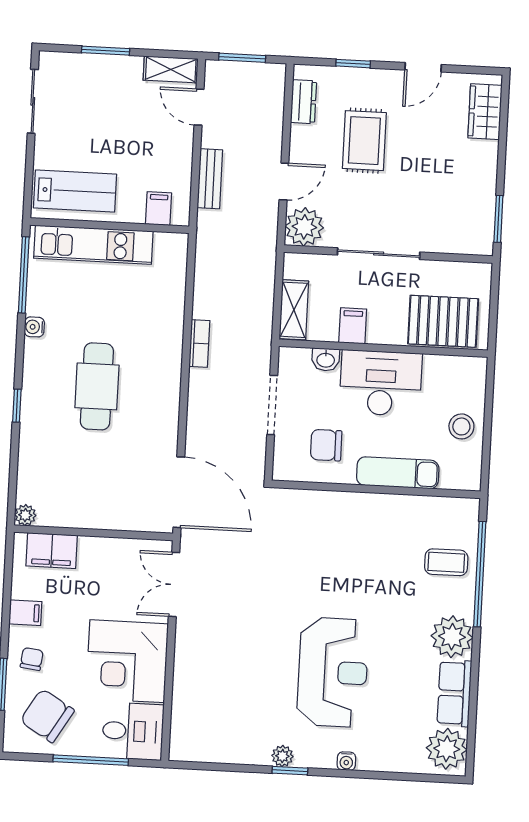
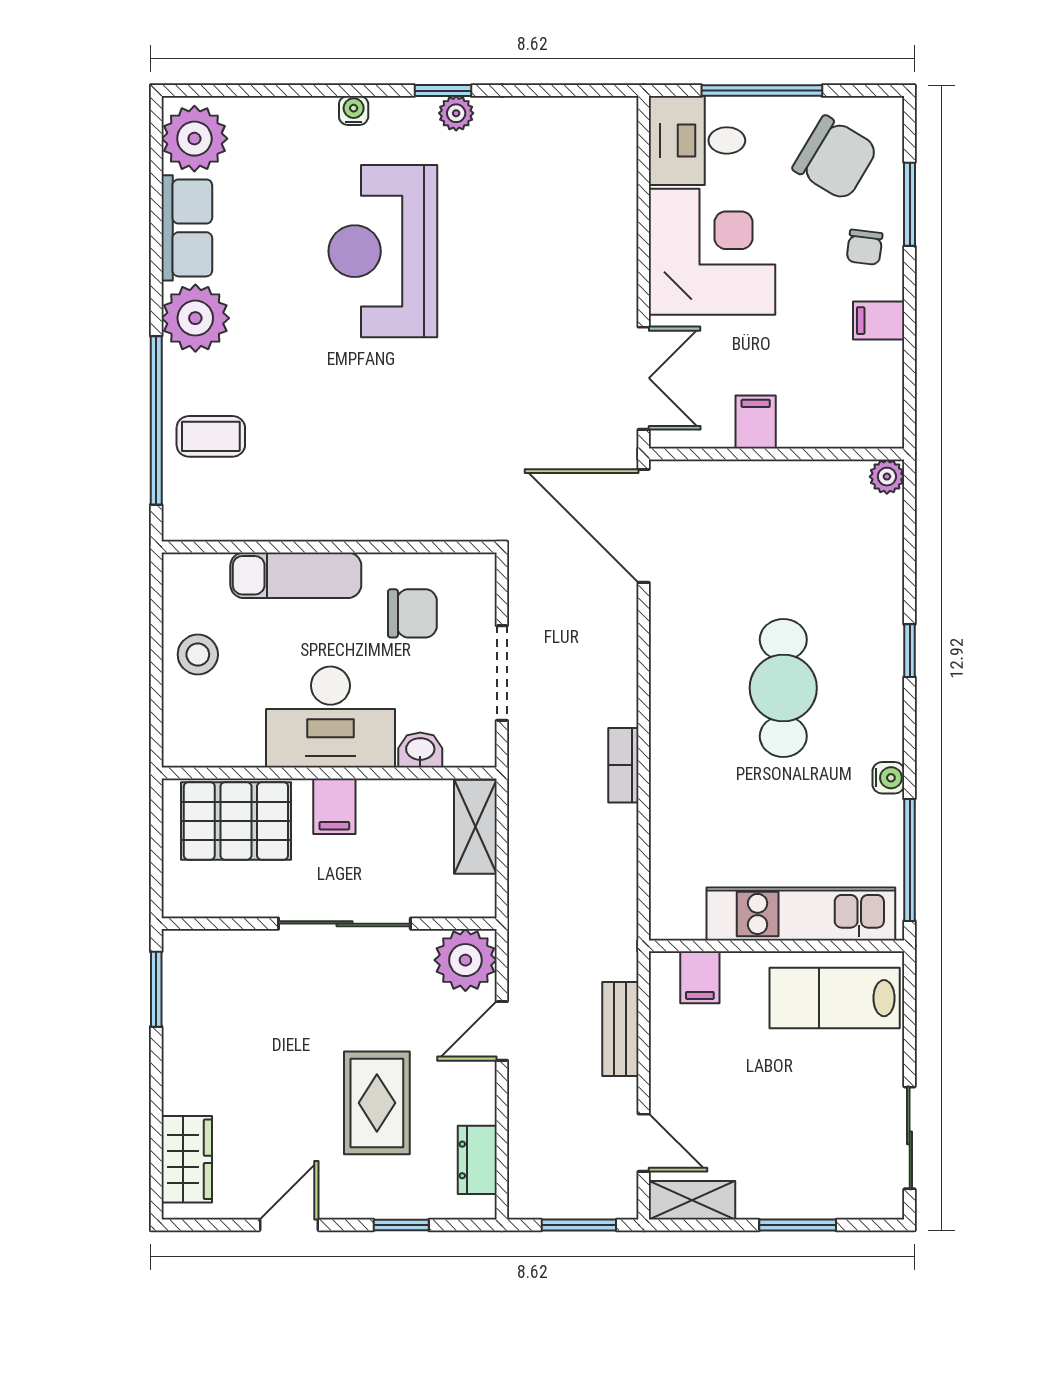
filing cabinet: (353, 326) -> (334, 806), moved
filing cabinet: (52, 551) -> (756, 422), moved, width x0.50

